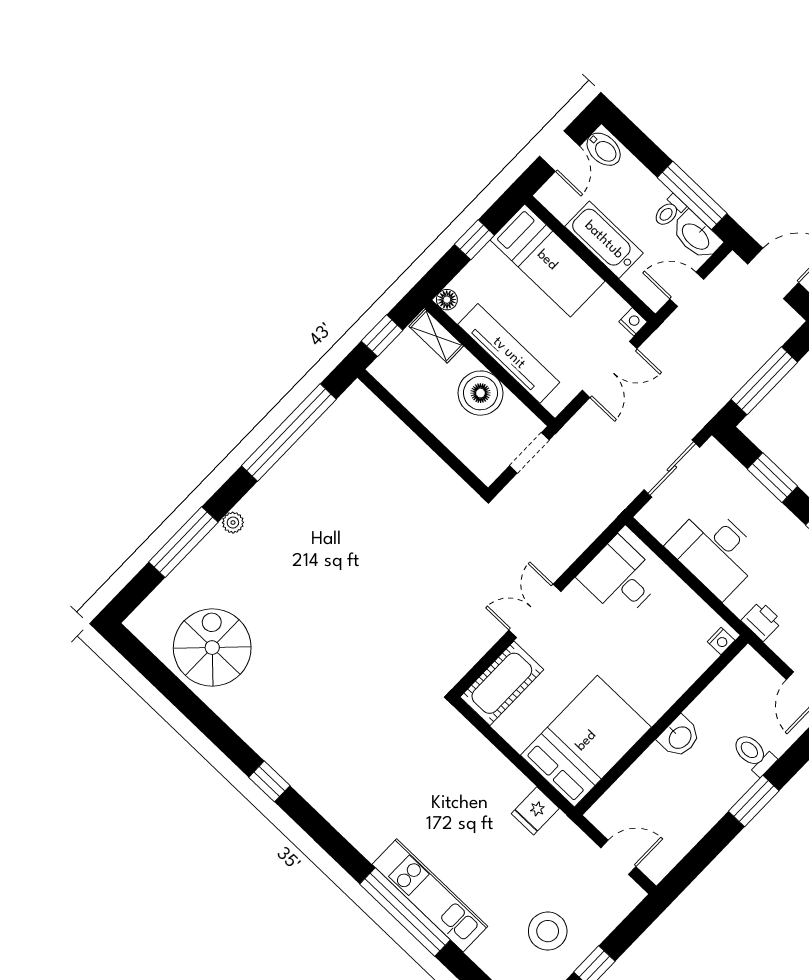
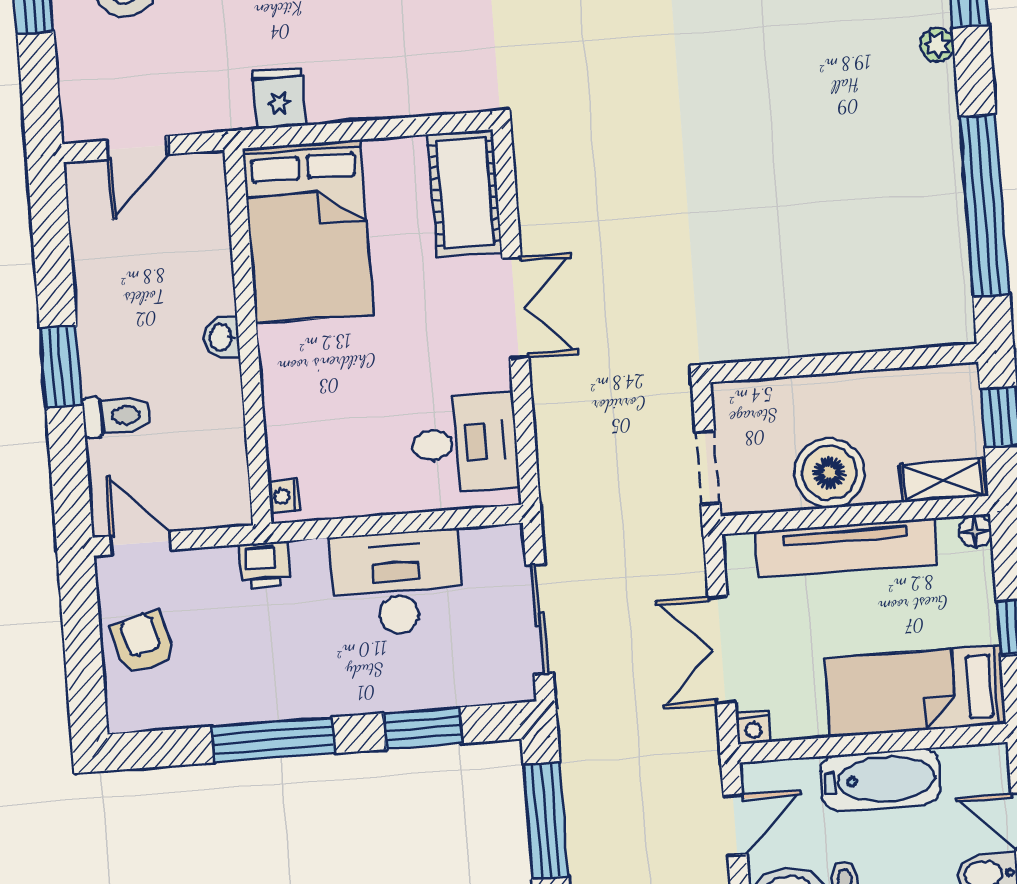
washbasin: (679, 737) -> (222, 337), width x0.72, depth x0.69

